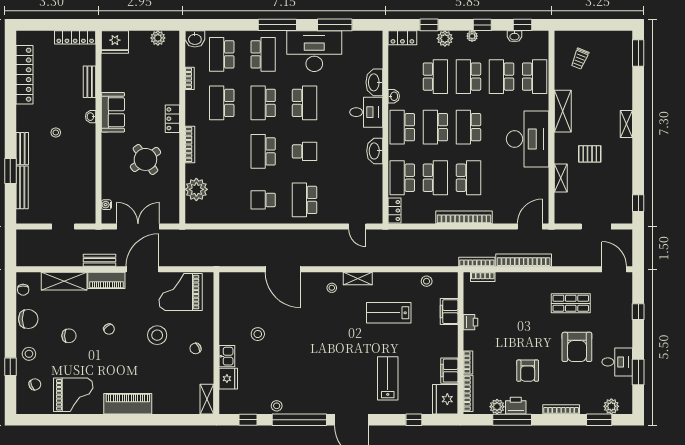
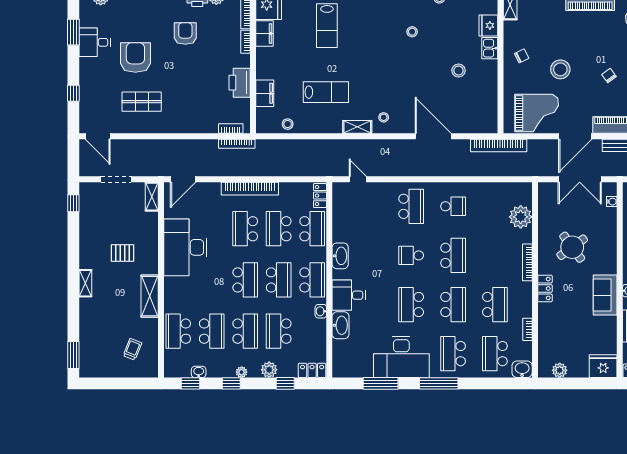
school desk: (222, 54) -> (495, 354), turned 180
desk: (528, 139) -> (185, 247), moved
shelving: (561, 178) -> (152, 197), moved
bookcase: (524, 260) -> (499, 145), moved
printer: (471, 322) -> (240, 83), width x1.87, depth x1.48
stool: (304, 372) -> (412, 32), added

